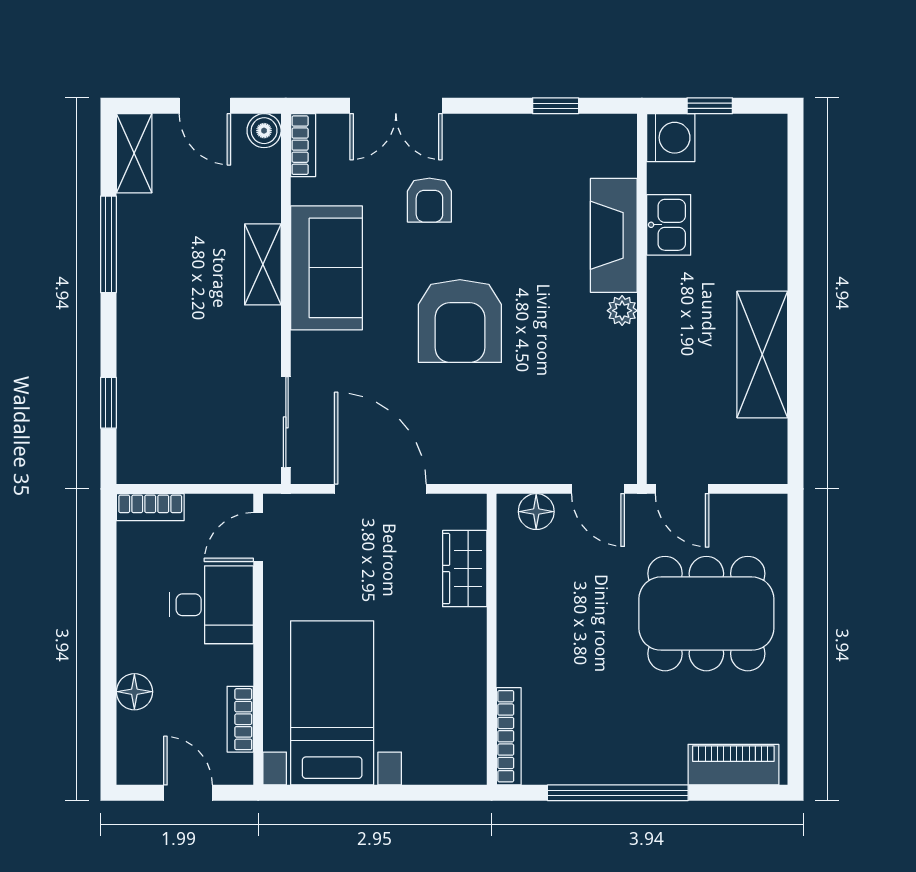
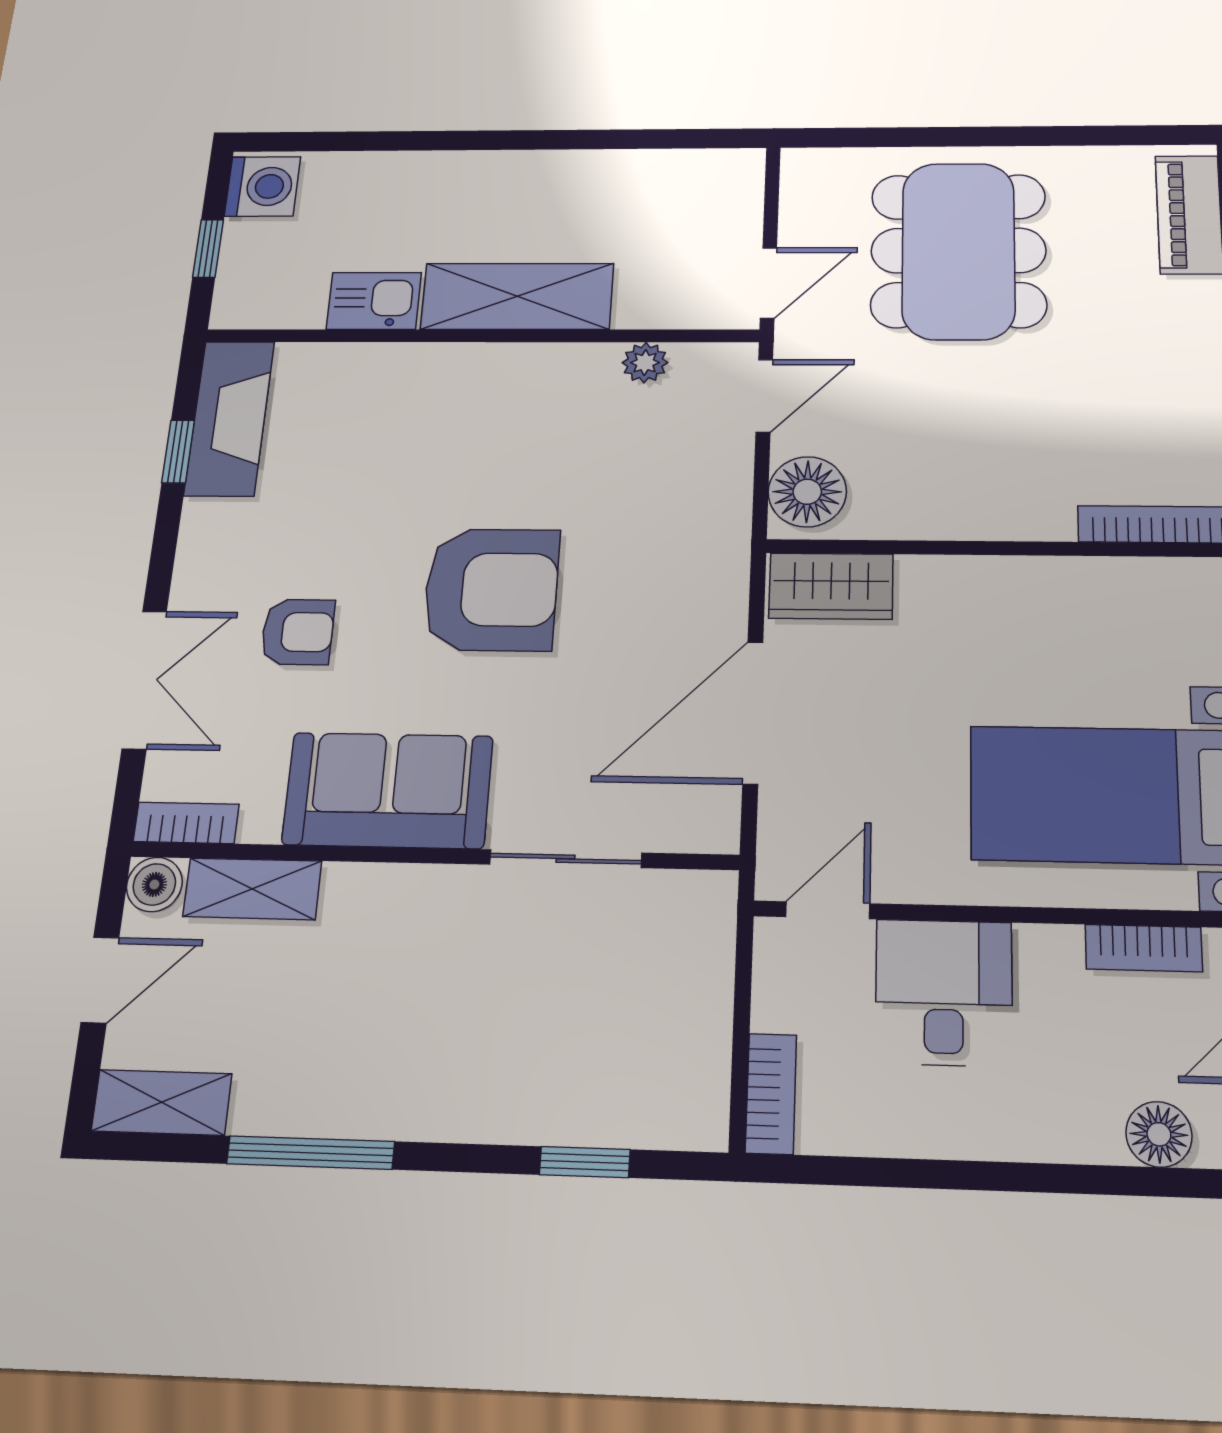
washing machine: (671, 138) -> (263, 186), moved, turned 90
fireplace: (614, 235) -> (230, 418), moved, turned -90
shelving: (263, 264) -> (252, 889), moved
plant: (622, 311) -> (645, 363), moved
shelving: (762, 354) -> (517, 296), moved
sliding door: (286, 422) -> (566, 859), moved
floor lamp: (536, 512) -> (807, 492), width x1.38, depth x1.38
door: (258, 537) -> (828, 910), swing flipped
wardrobe: (465, 569) -> (831, 586), moved
floor lamp: (134, 692) -> (1159, 1134), moved

